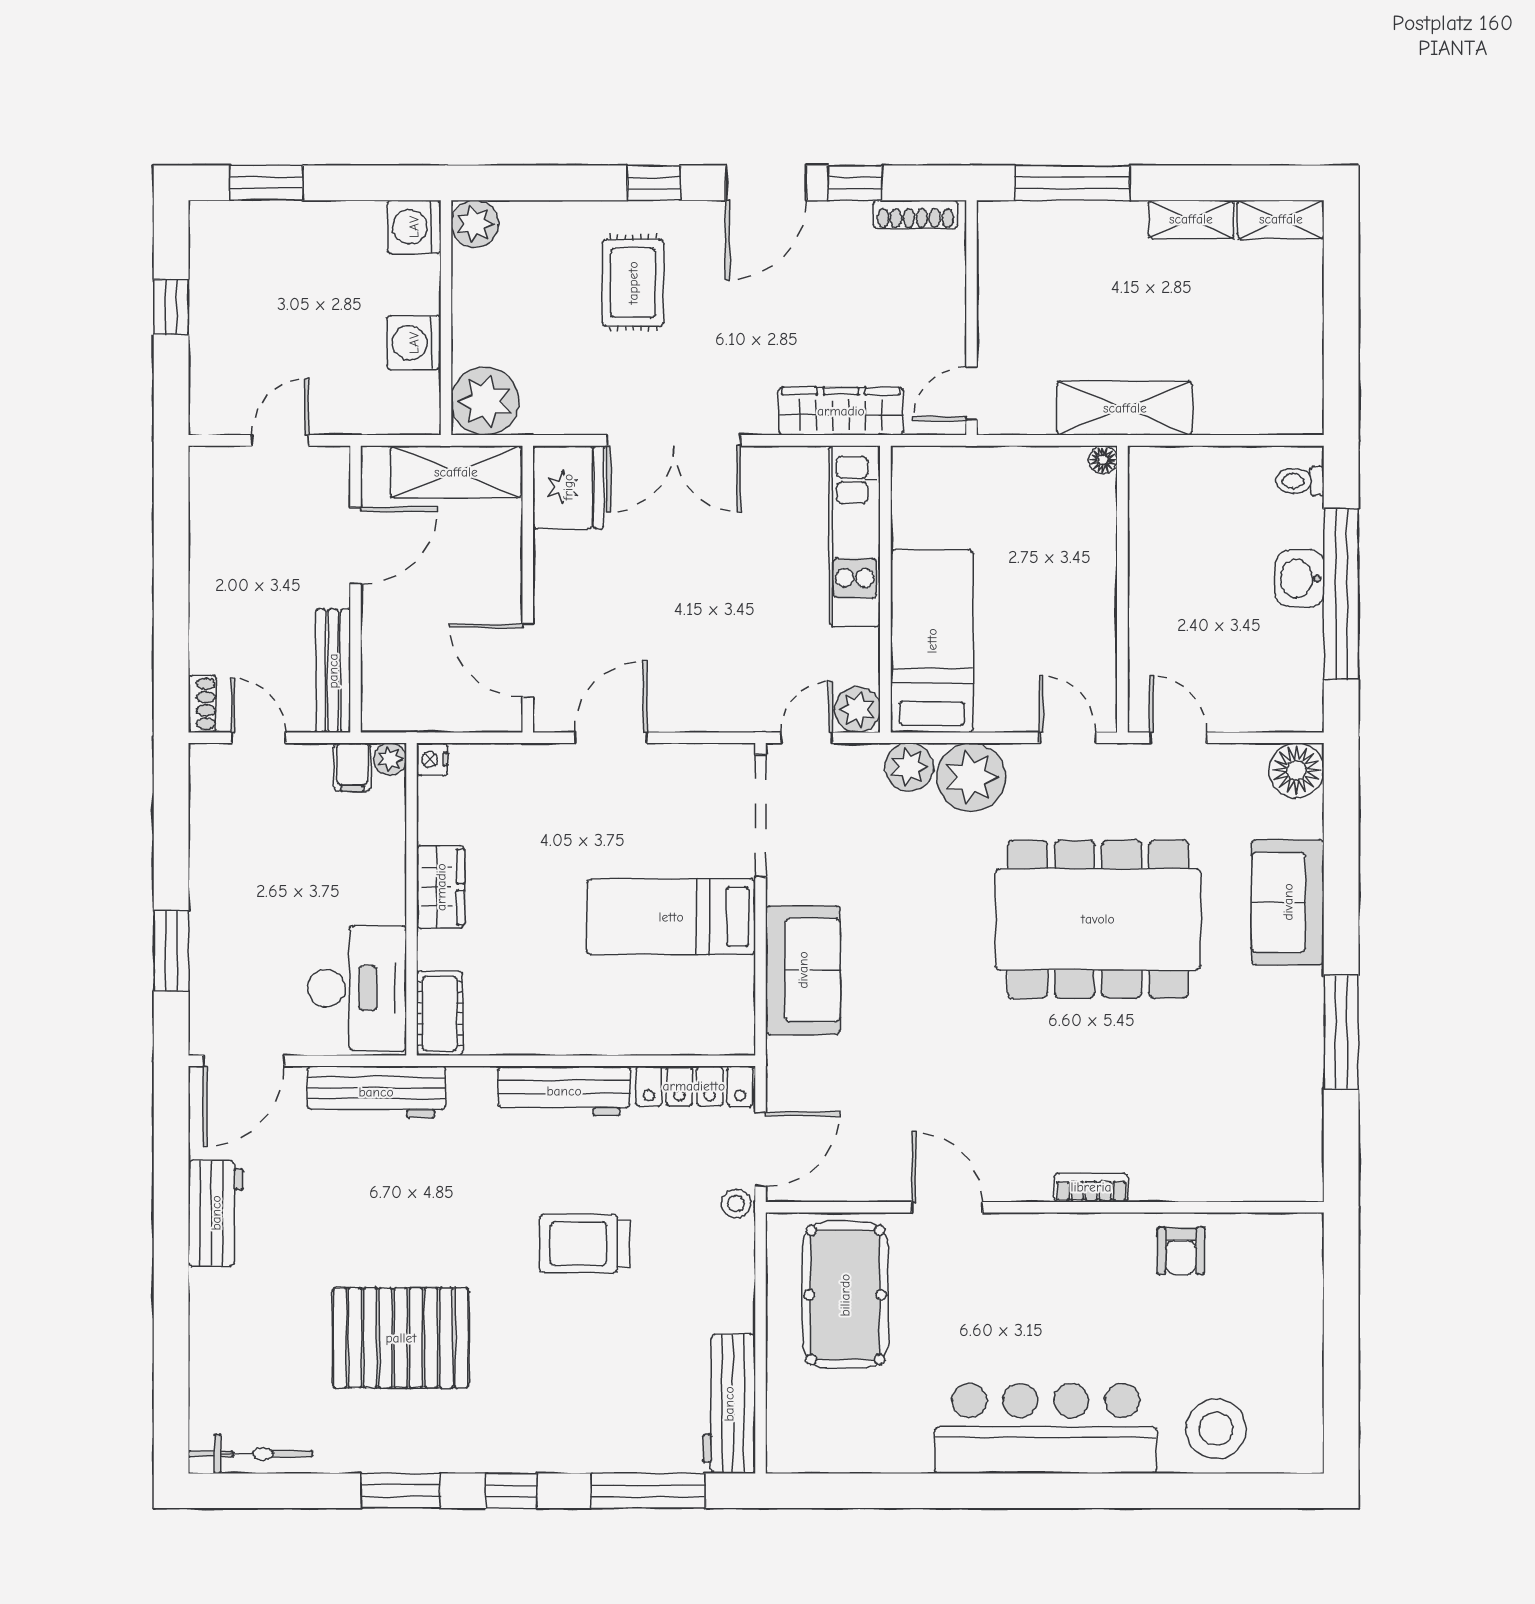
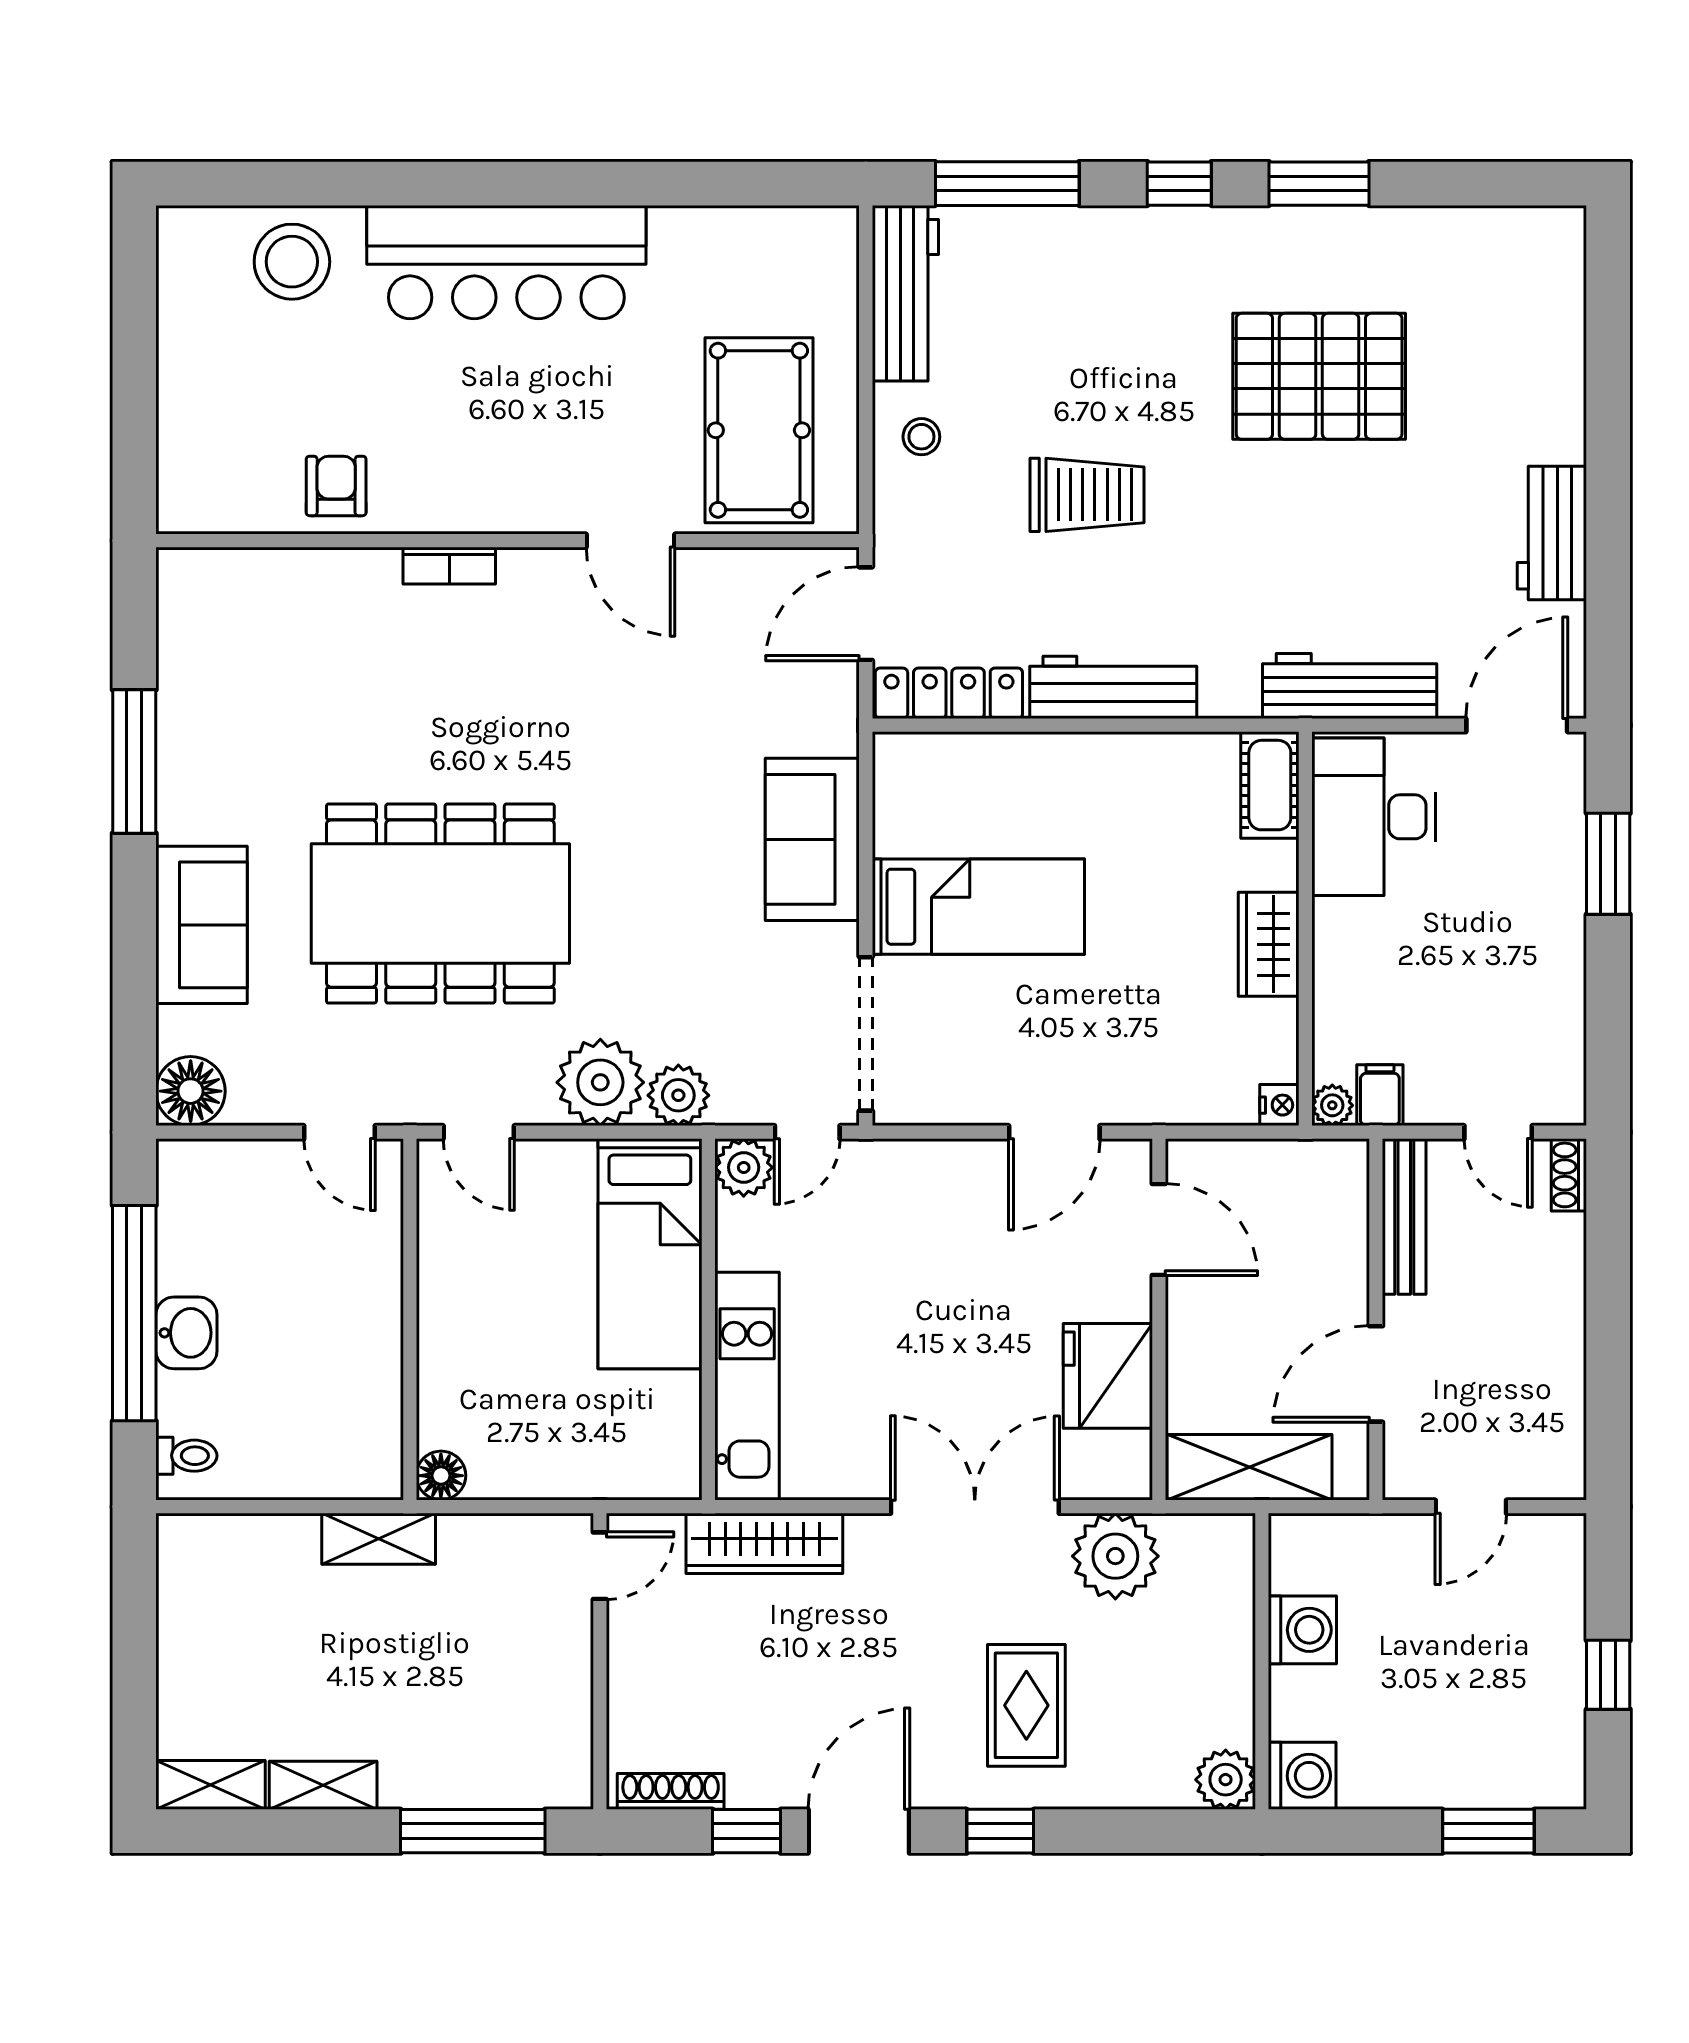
plant: (485, 401) -> (1115, 1556), moved
shelving: (1125, 408) -> (379, 1539), width x0.67, depth x0.75
floor lamp: (1103, 460) -> (441, 1476), width x1.37, depth x1.37
fridge: (568, 487) -> (1108, 1376), moved
stool: (736, 1204) -> (921, 437), moved
bicycle: (250, 1454) -> (1508, 230), removed

